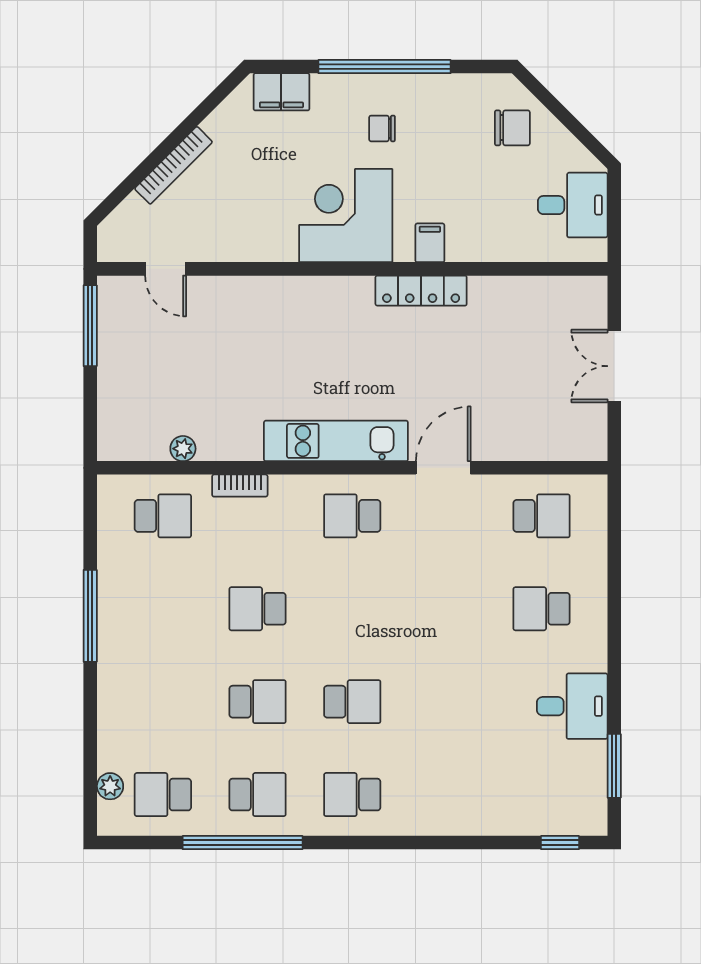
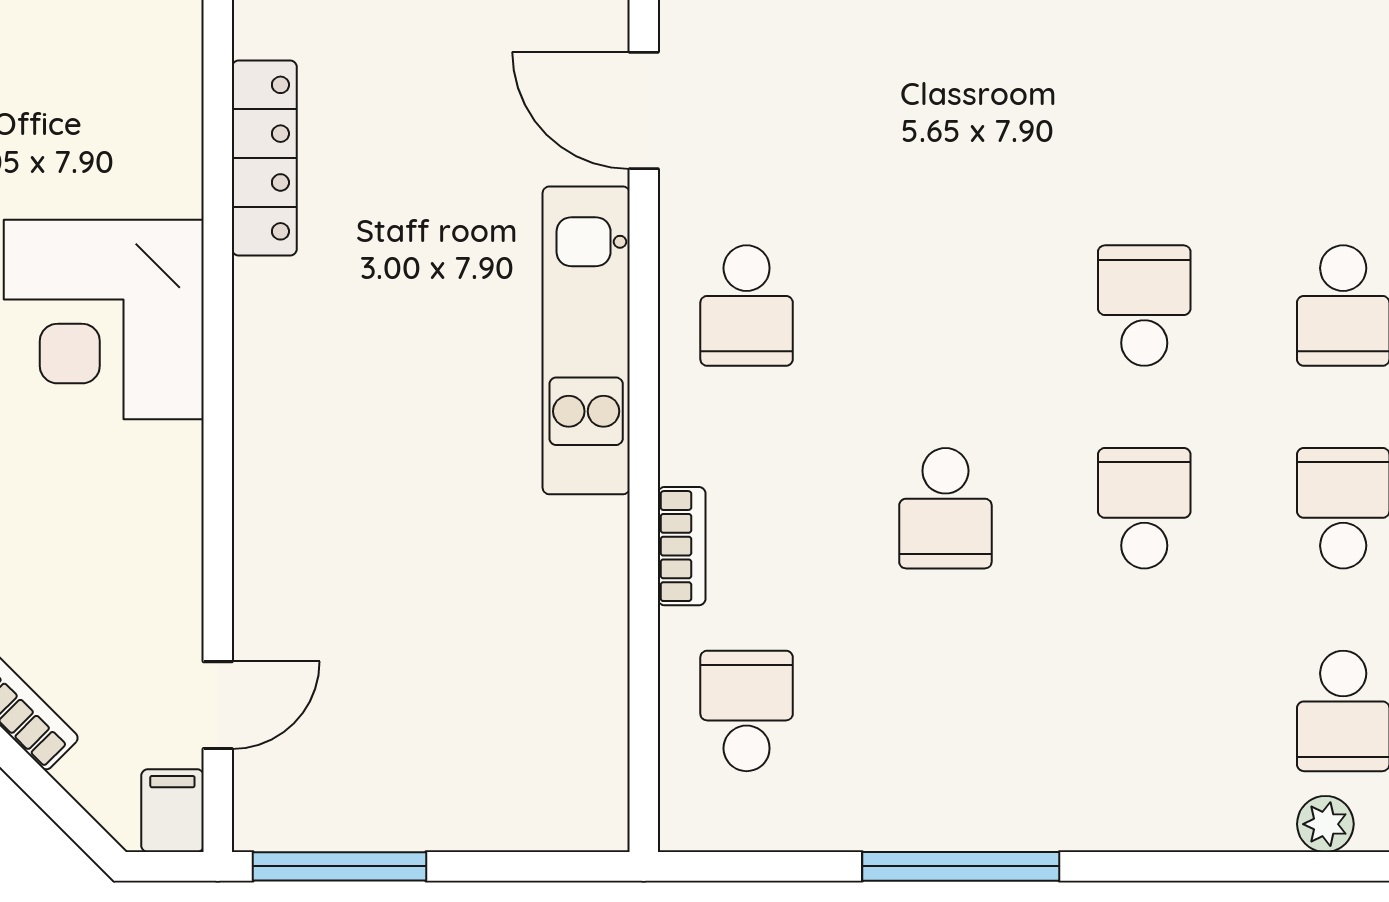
filing cabinet: (430, 243) -> (172, 811), moved, turned 90
plant: (183, 449) -> (603, 668), removed

